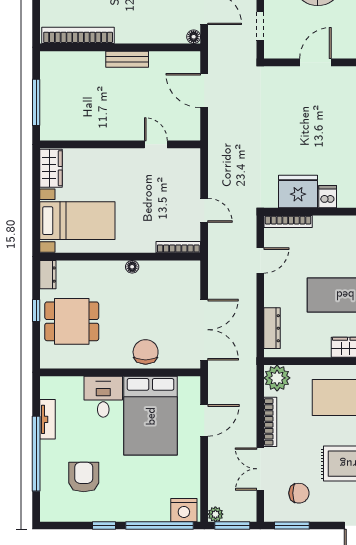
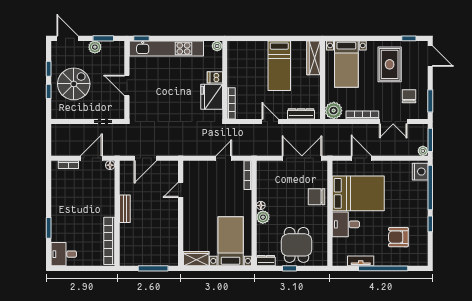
door: (260, 260) -> (270, 122), moved
plant: (114, 270) -> (263, 217), added

